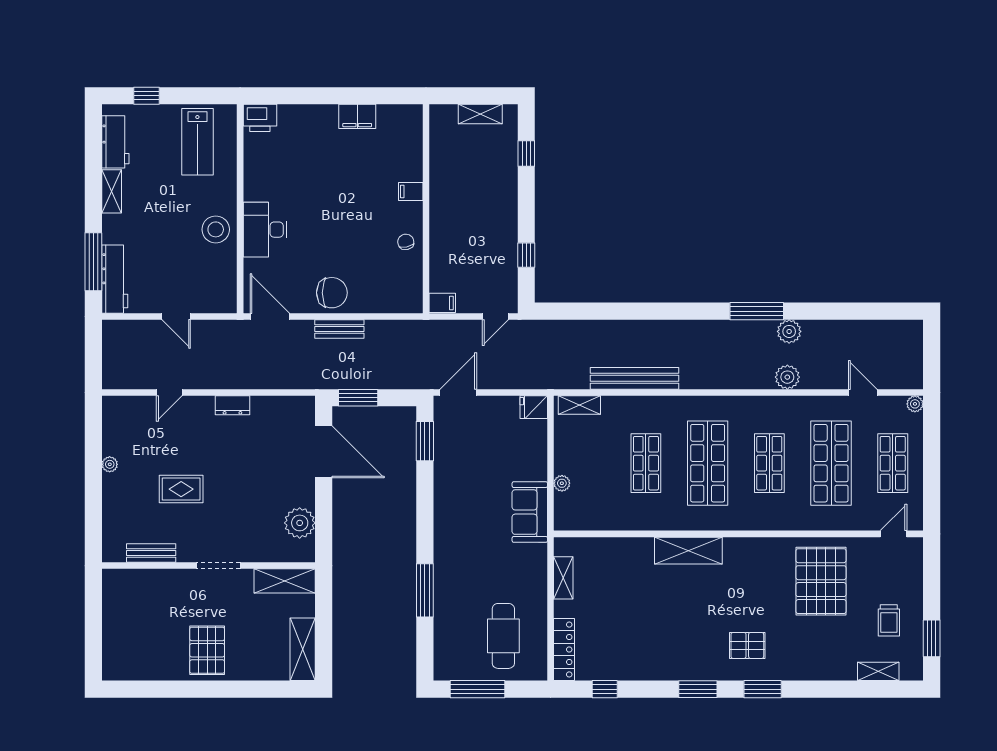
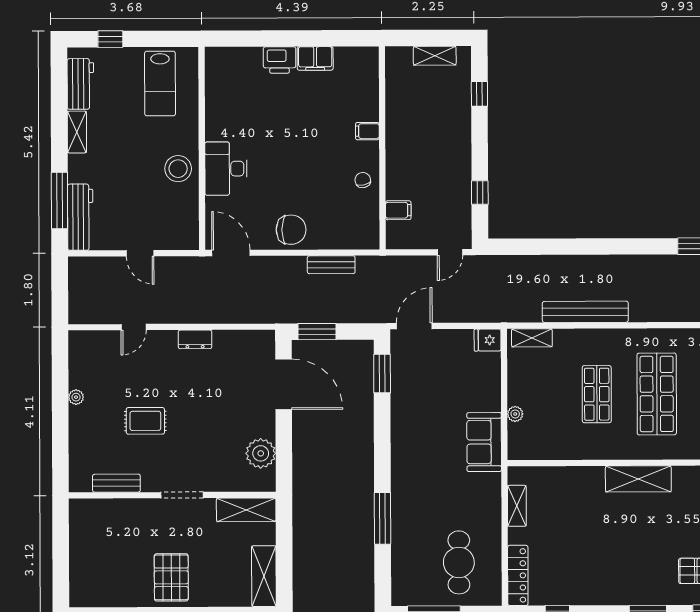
printer: (260, 118) -> (280, 60), moved
filing cabinet: (442, 303) -> (398, 210), moved
bench: (339, 329) -> (331, 265), moved

